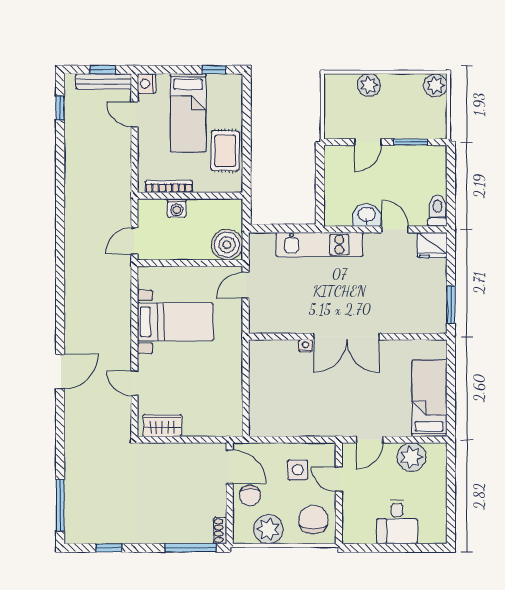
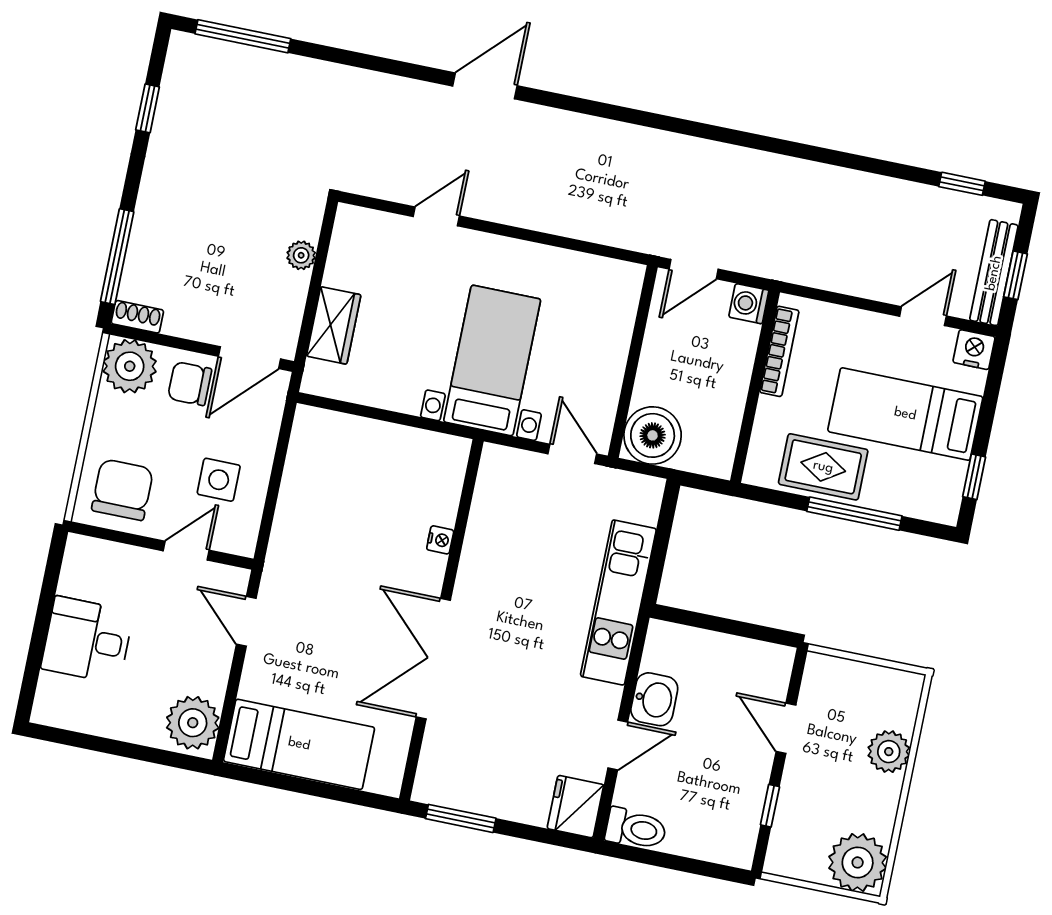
plant: (435, 85) -> (858, 862), width x1.36, depth x1.36
window: (247, 129) -> (854, 514), added
window: (411, 142) -> (770, 806), width x0.67
washing machine: (177, 208) -> (749, 304), moved
door: (134, 241) -> (694, 269), swing flipped
bed with nightstands: (175, 322) -> (492, 360), moved, turned 180
double door: (346, 337) -> (433, 659), moved
door: (60, 372) -> (485, 86), swing flipped
wardrobe: (162, 426) -> (334, 325), moved
plant: (170, 450) -> (301, 255), added
plant: (411, 457) -> (193, 723), moved
chair: (313, 520) -> (122, 490), turned -90
plant: (268, 529) -> (130, 366), moved

